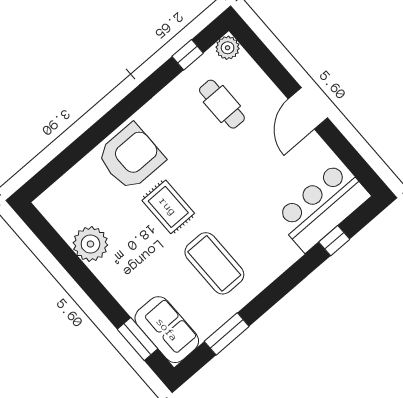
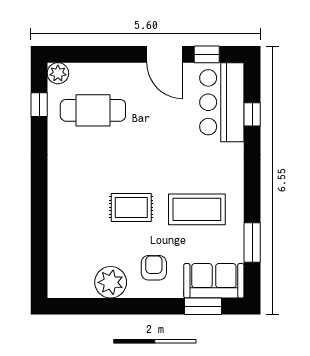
cafe table: (222, 104) -> (93, 110), width x1.37, depth x1.35
door: (308, 108) -> (165, 54), moved
armchair: (131, 157) -> (154, 268), moved, width x0.53, depth x0.53
window: (352, 159) -> (207, 54), added

